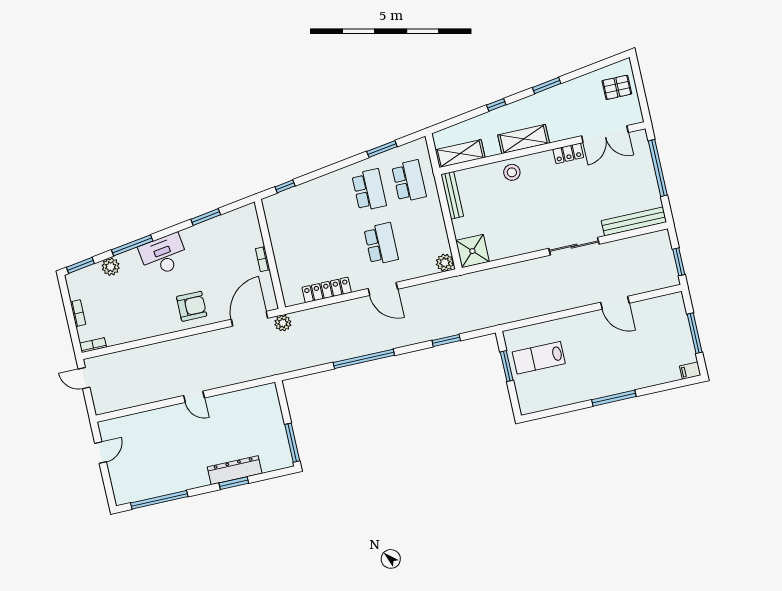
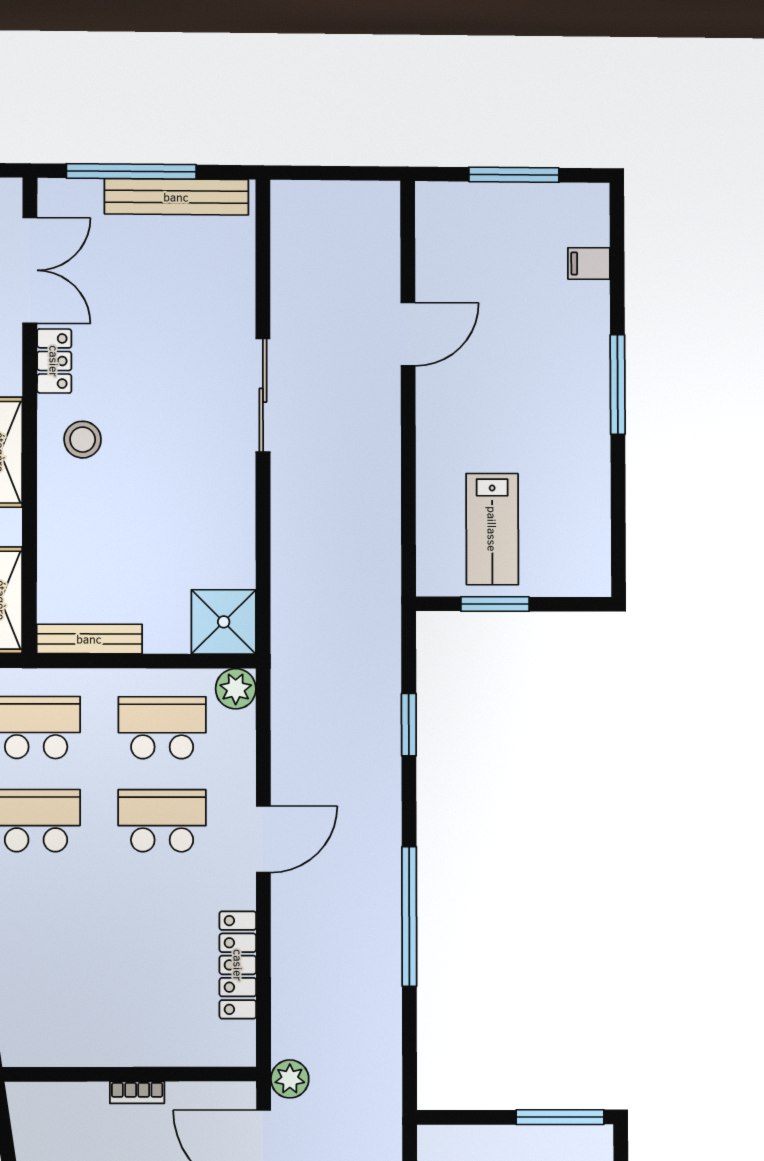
stool: (512, 172) -> (83, 440), moved
bench: (634, 221) -> (176, 197), moved, turned 90
school desk: (421, 235) -> (162, 728), added
window: (679, 262) -> (349, 173), removed
filing cabinet: (690, 371) -> (589, 264), moved, turned 90

